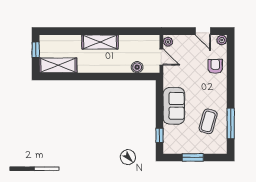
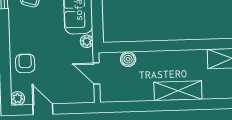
plant: (168, 42) -> (87, 41), moved
armchair: (215, 66) -> (25, 63), turned 180

